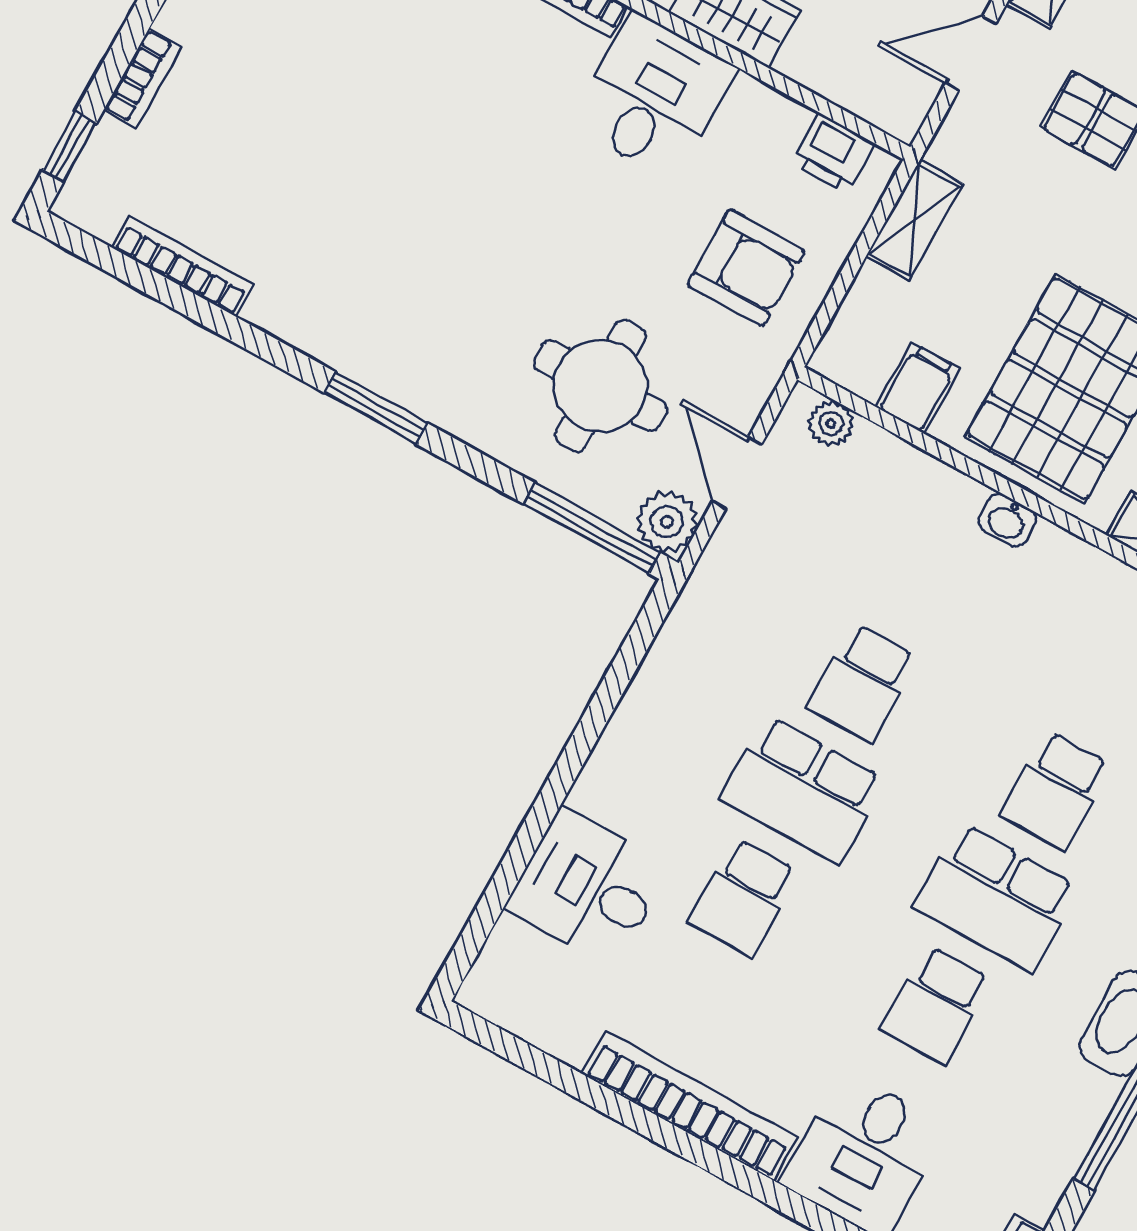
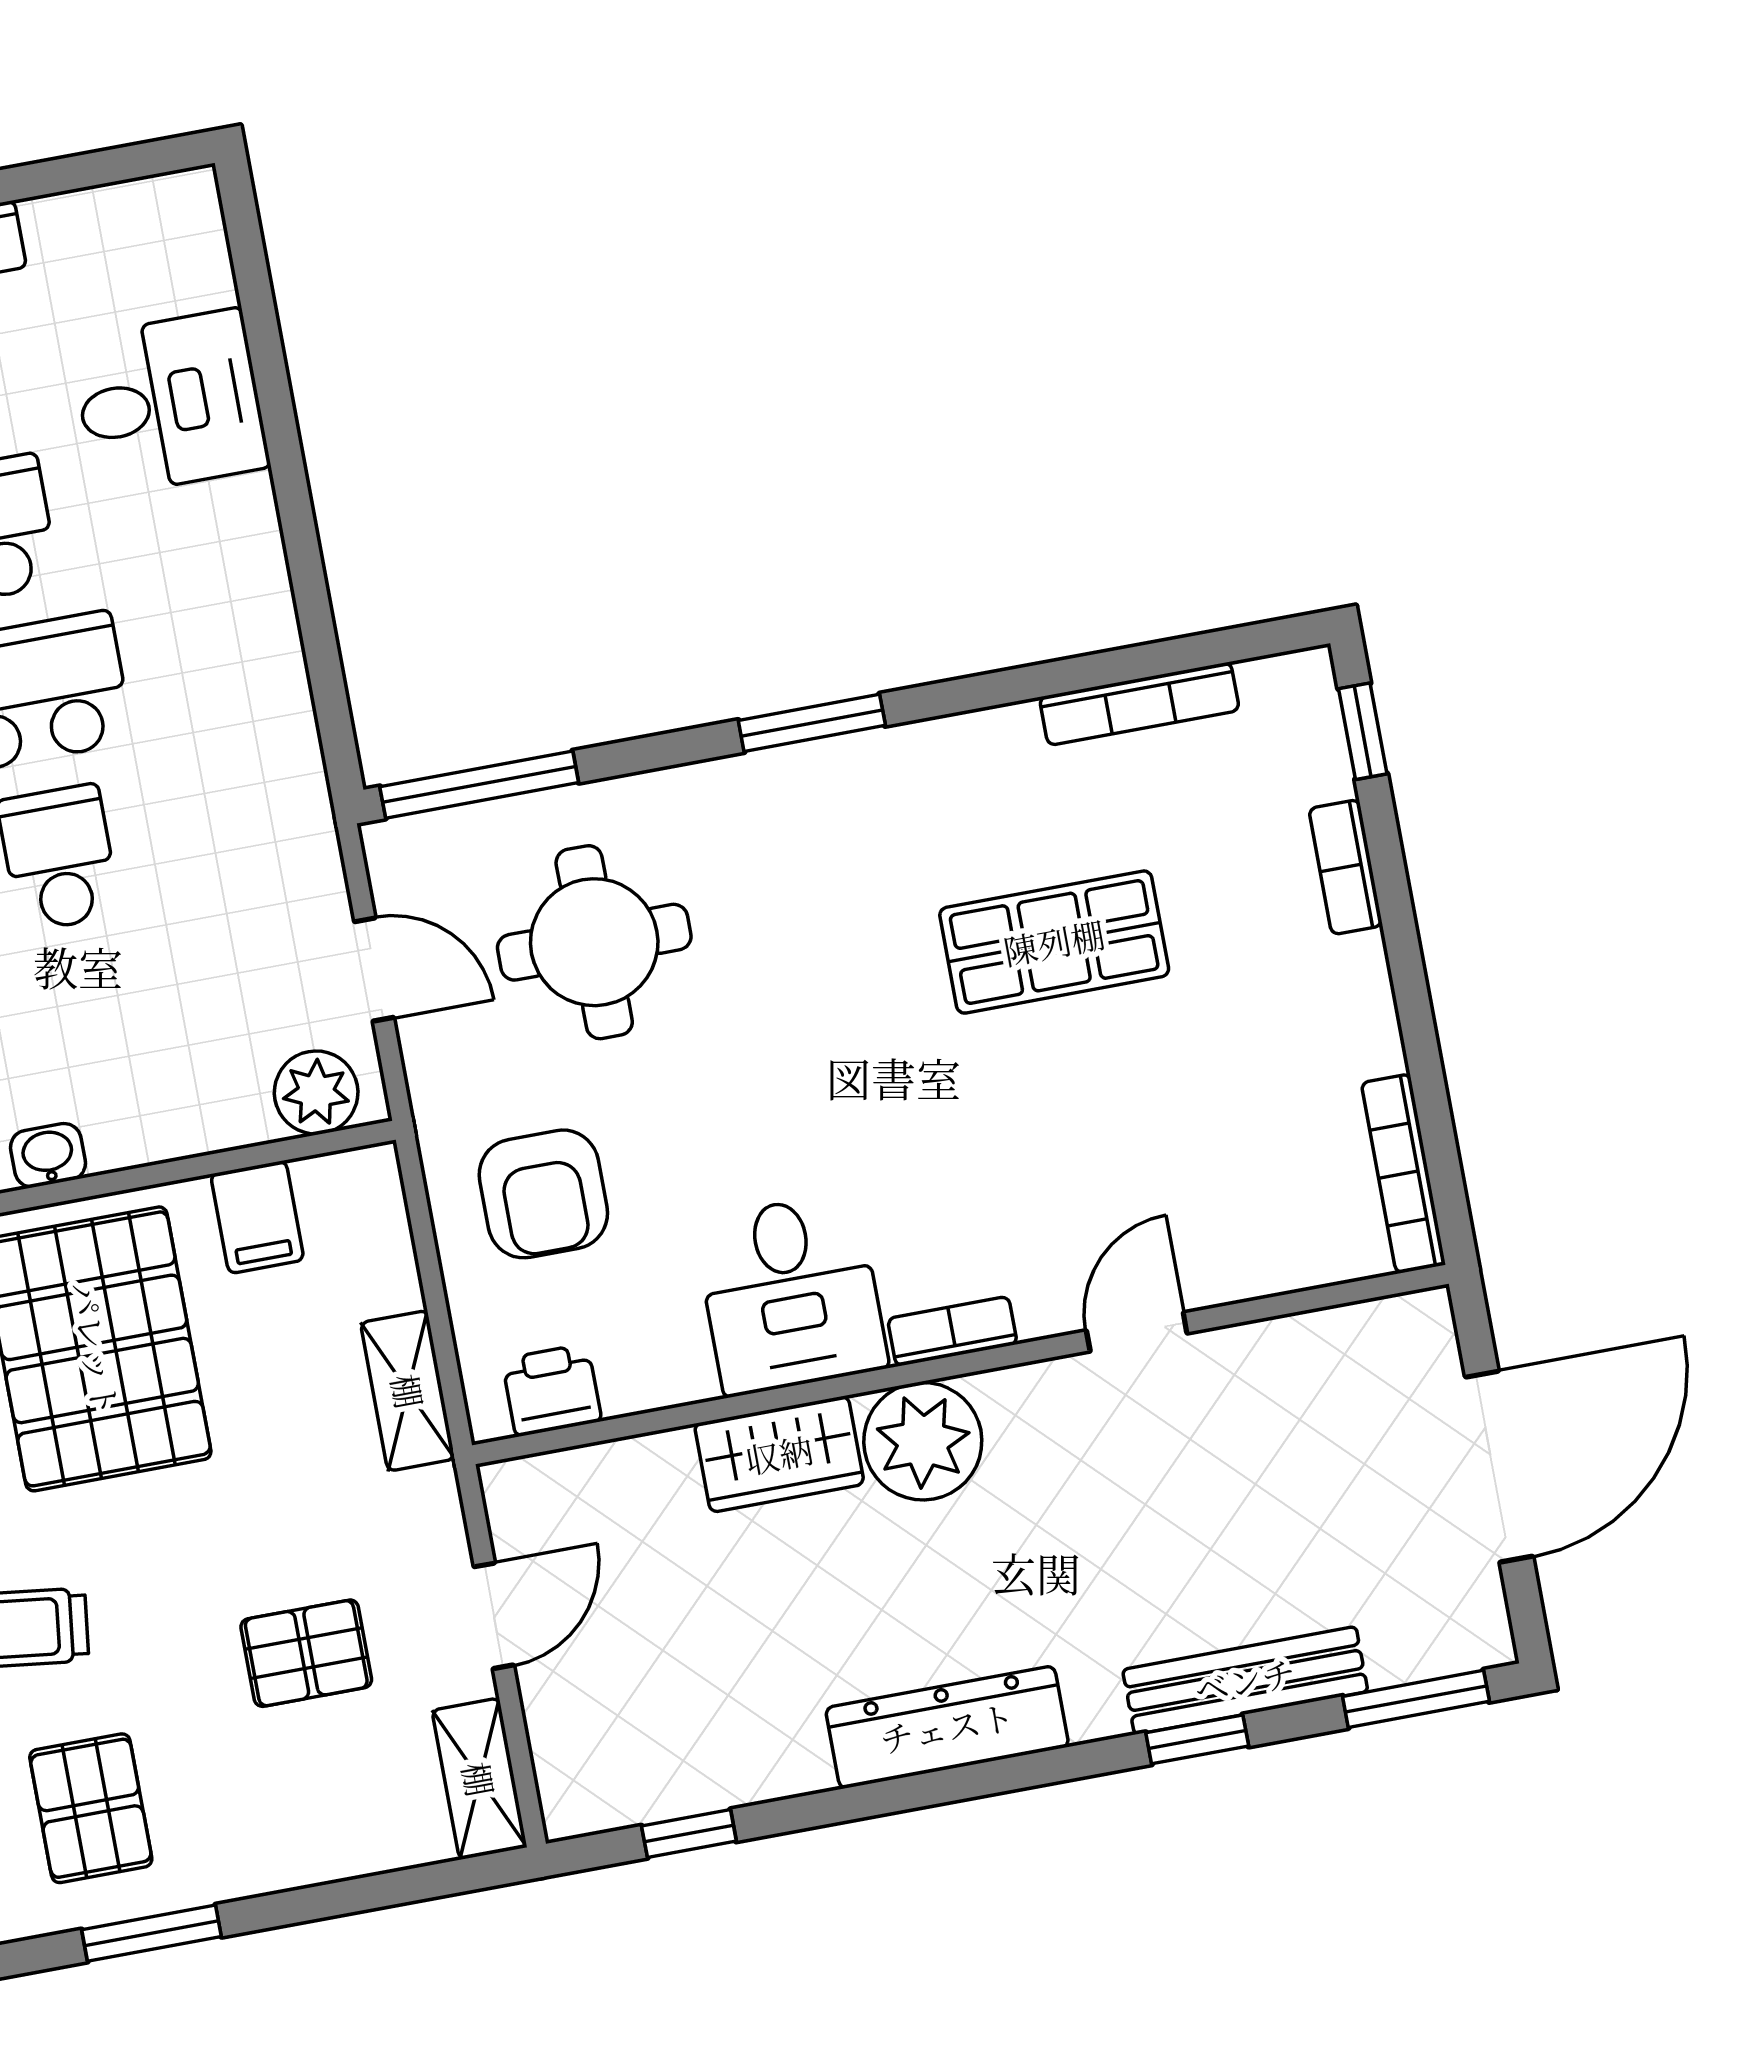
shop shelf: (341, 172) -> (1054, 942), added
armchair: (746, 268) -> (543, 1194), turned -90
plant: (831, 423) -> (316, 1092), width x1.38, depth x1.38
plant: (667, 522) -> (405, 857), removed

